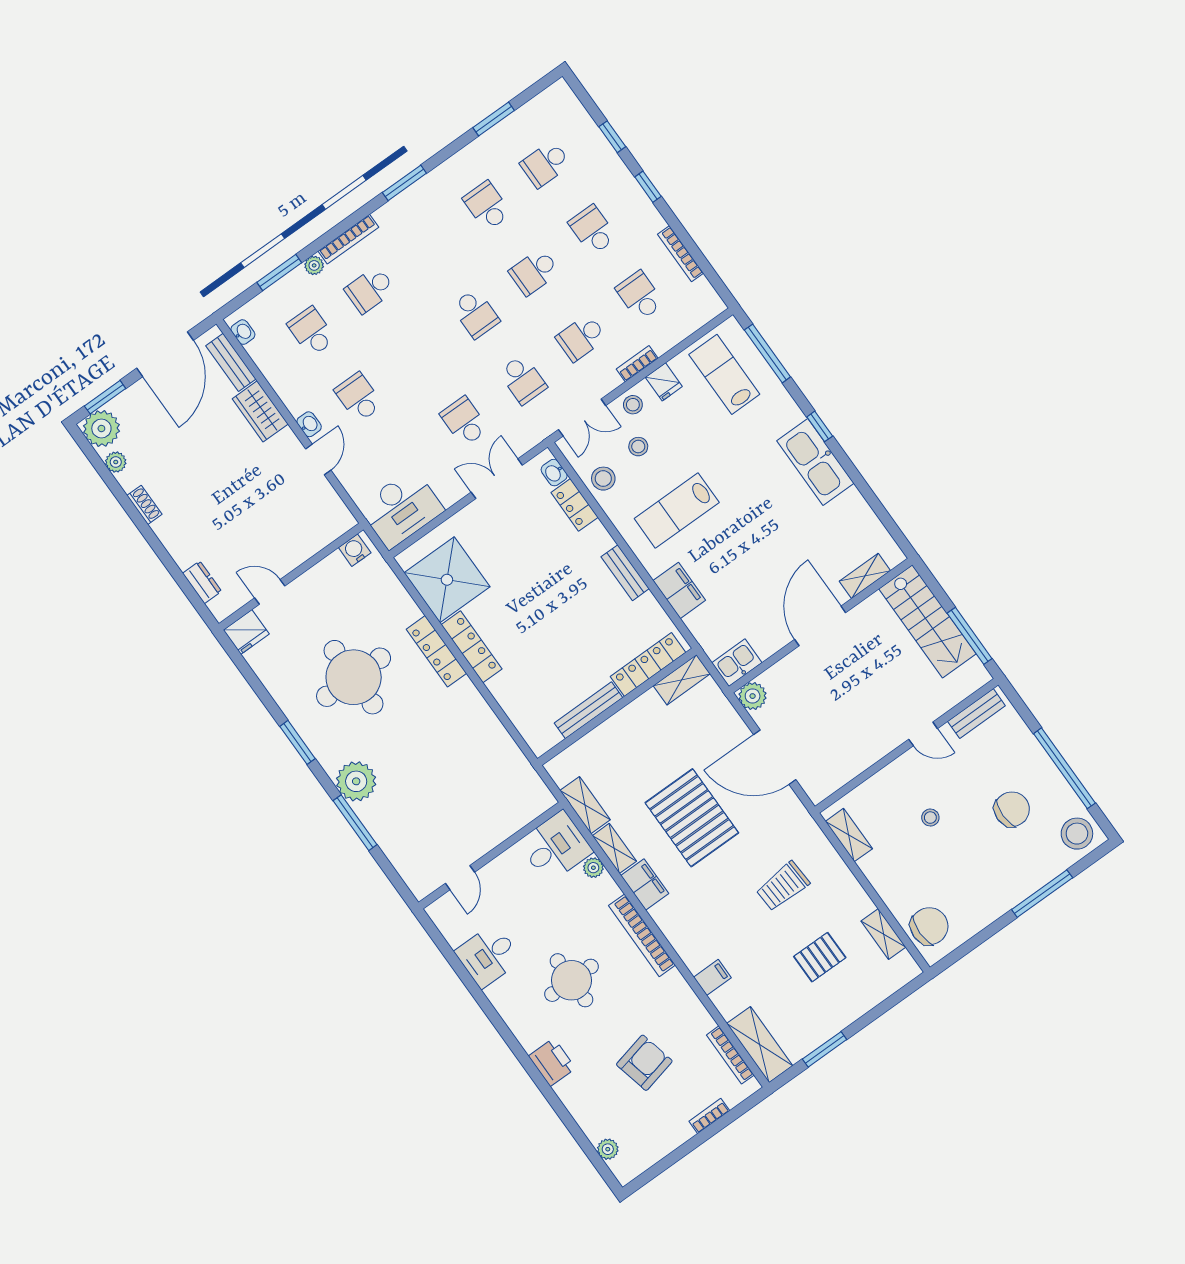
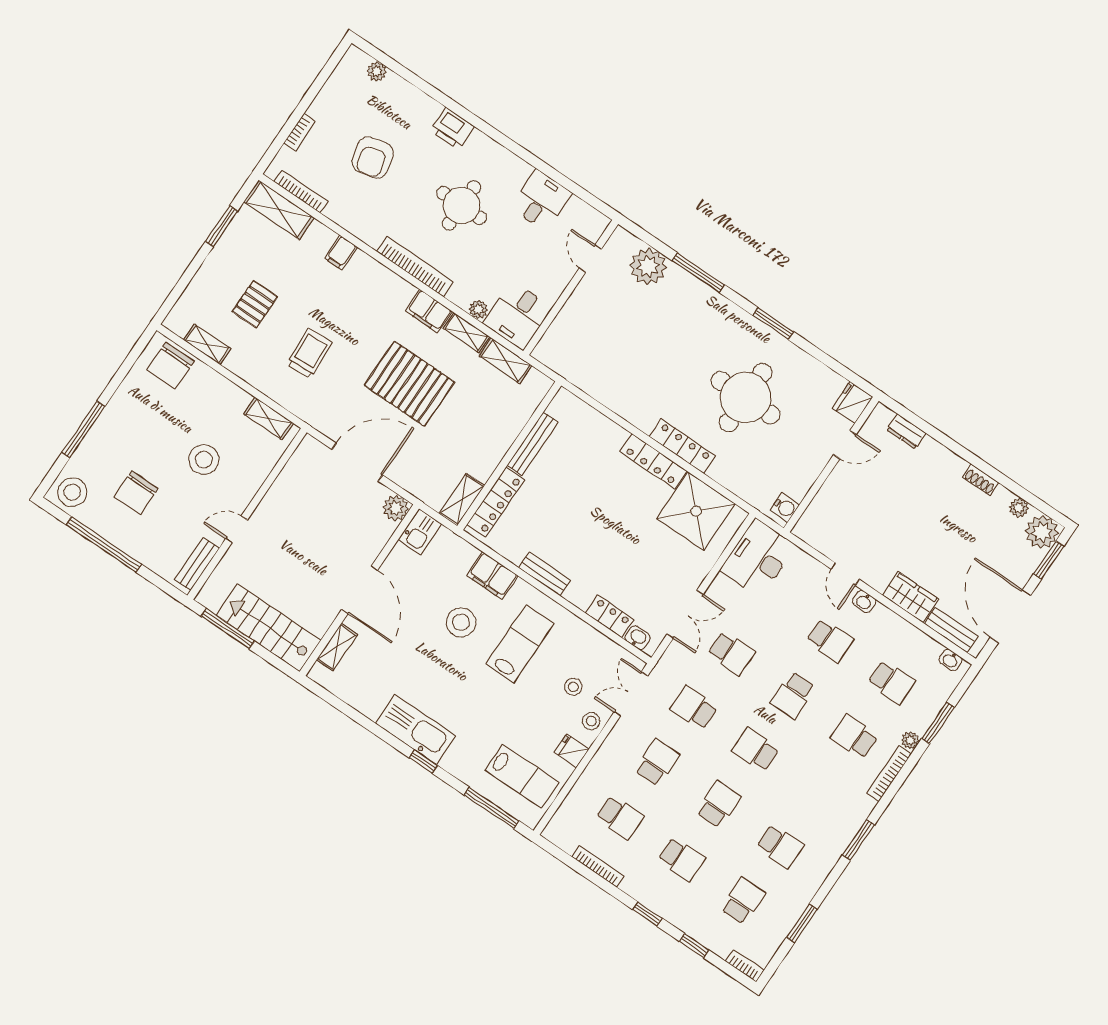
school desk: (370, 290) -> (854, 737), turned -90
school desk: (417, 356) -> (793, 695), added
bookcase: (637, 364) -> (745, 966), moved, turned -90
stool: (603, 479) -> (461, 622), moved, width x1.38, depth x1.38
plant: (356, 781) -> (648, 266), moved
stool: (930, 818) -> (204, 460), width x1.89, depth x1.89

